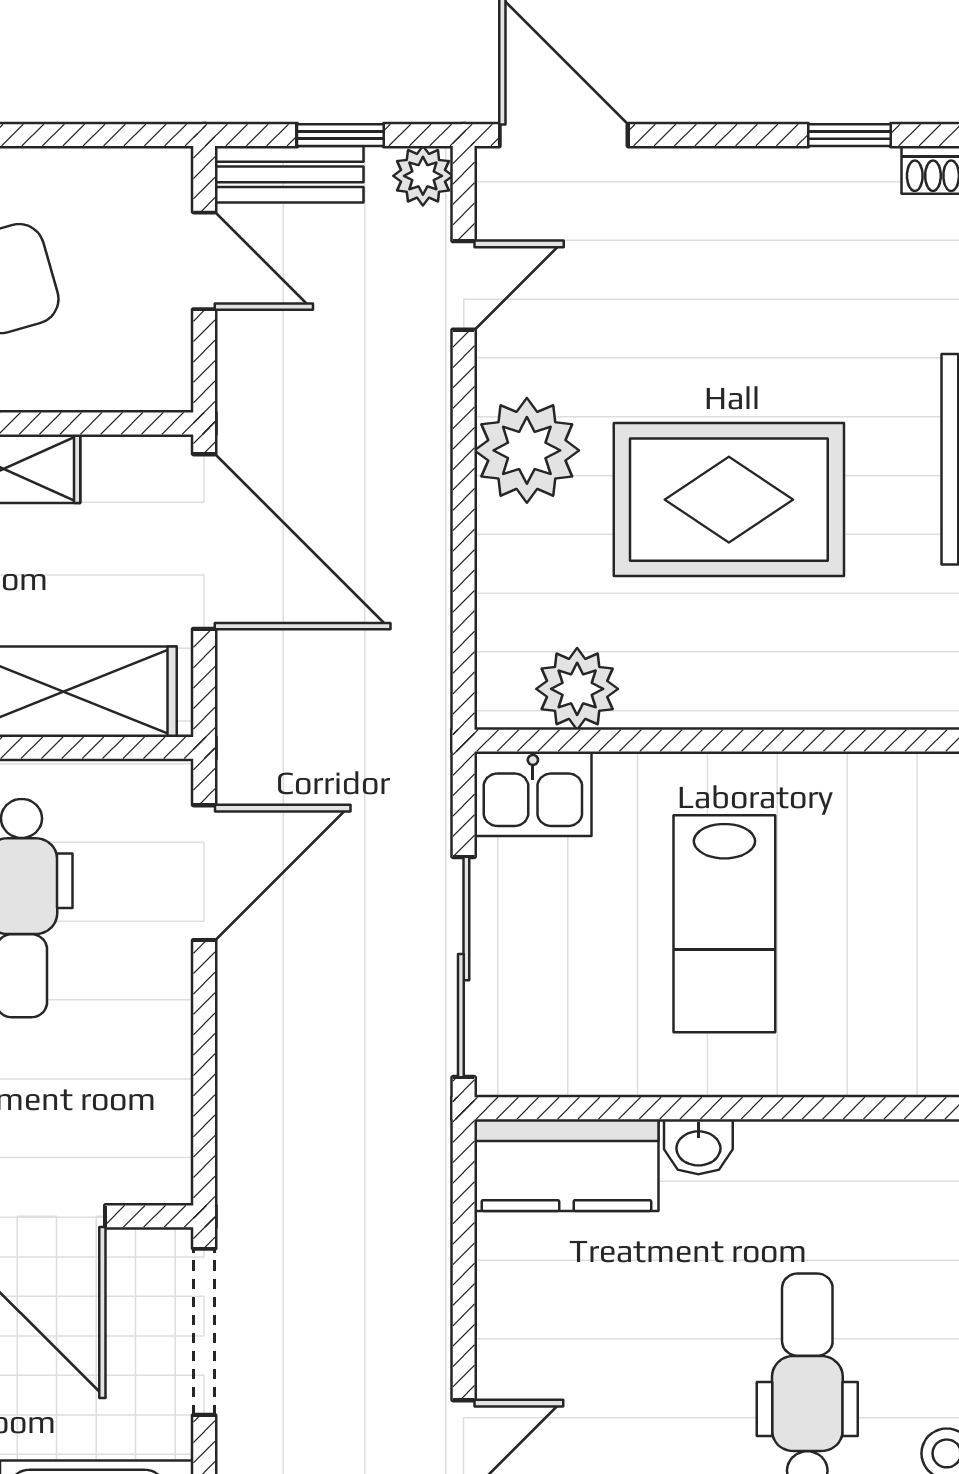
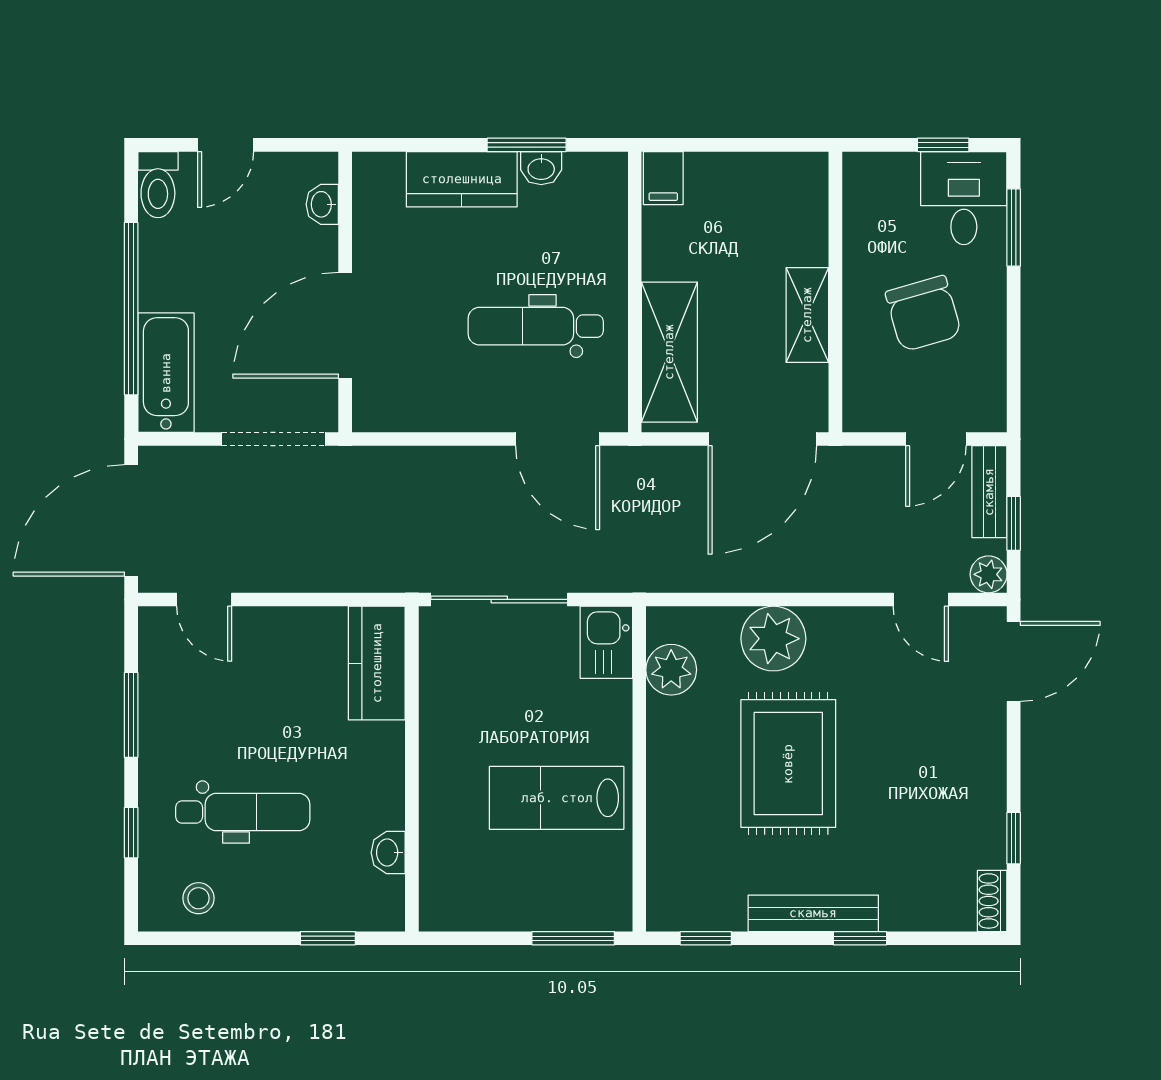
plant: (527, 450) -> (773, 639), moved
lab bench: (724, 924) -> (557, 798), moved
washbasin: (698, 1147) -> (388, 853), moved

